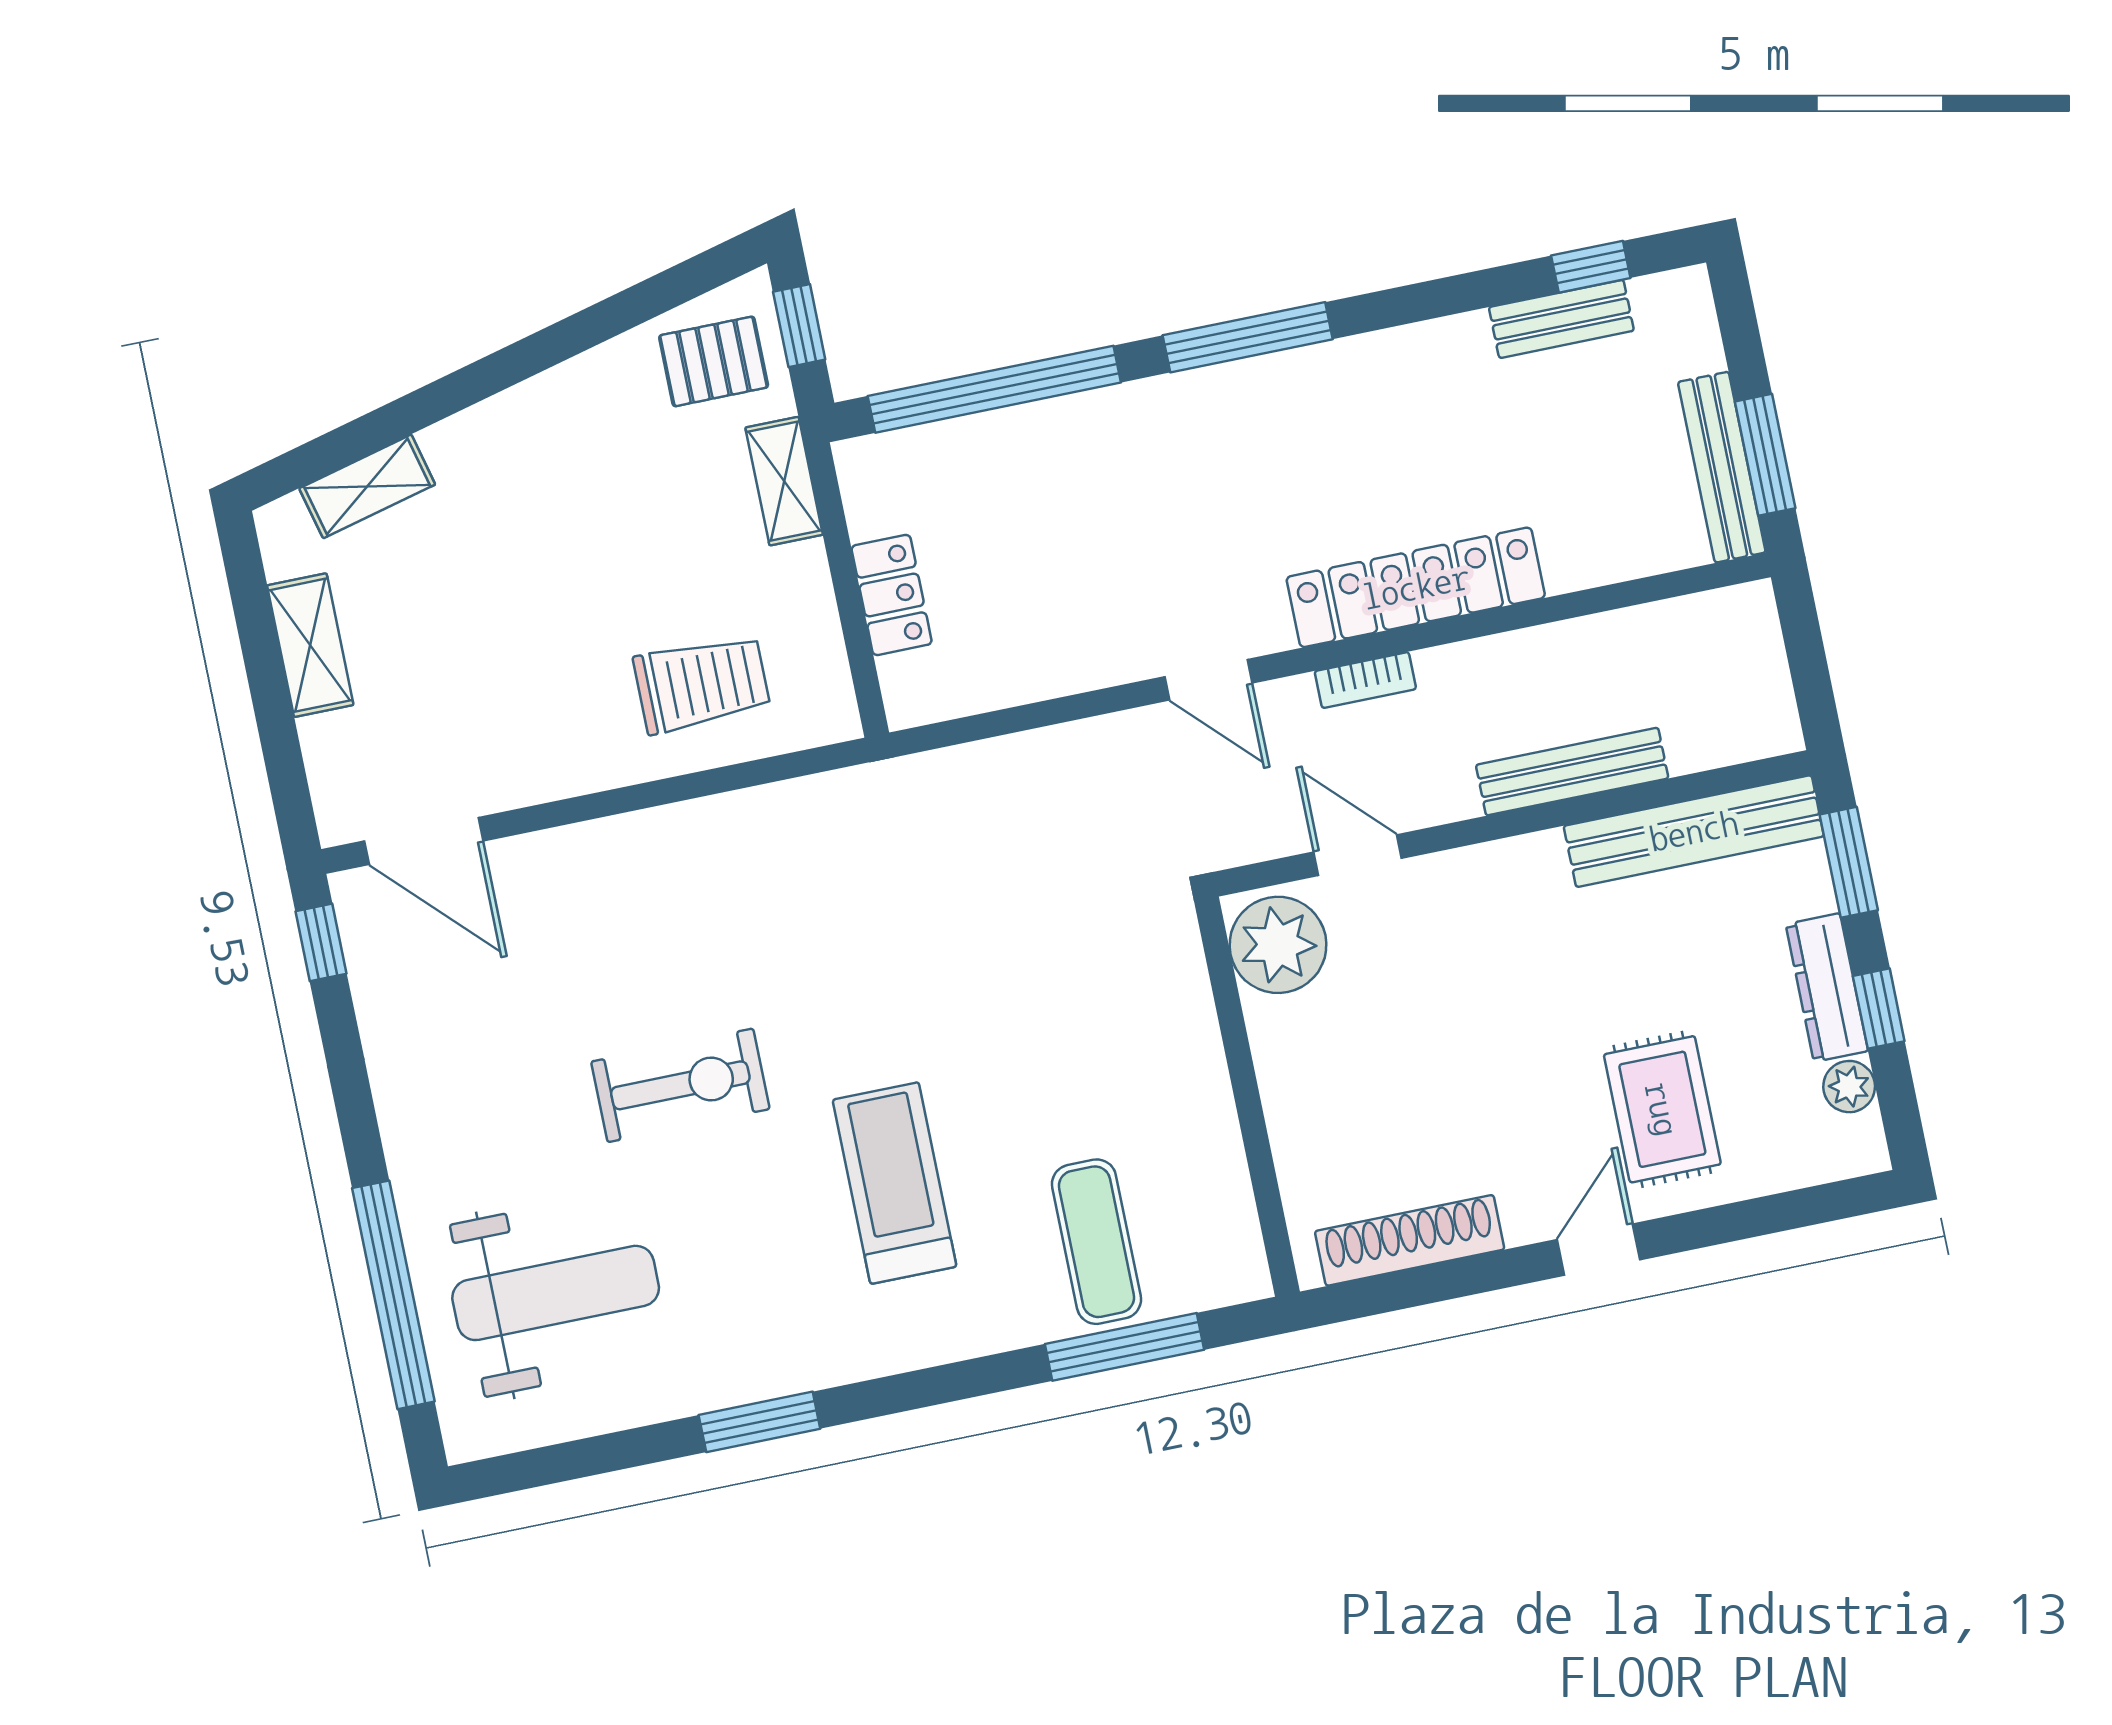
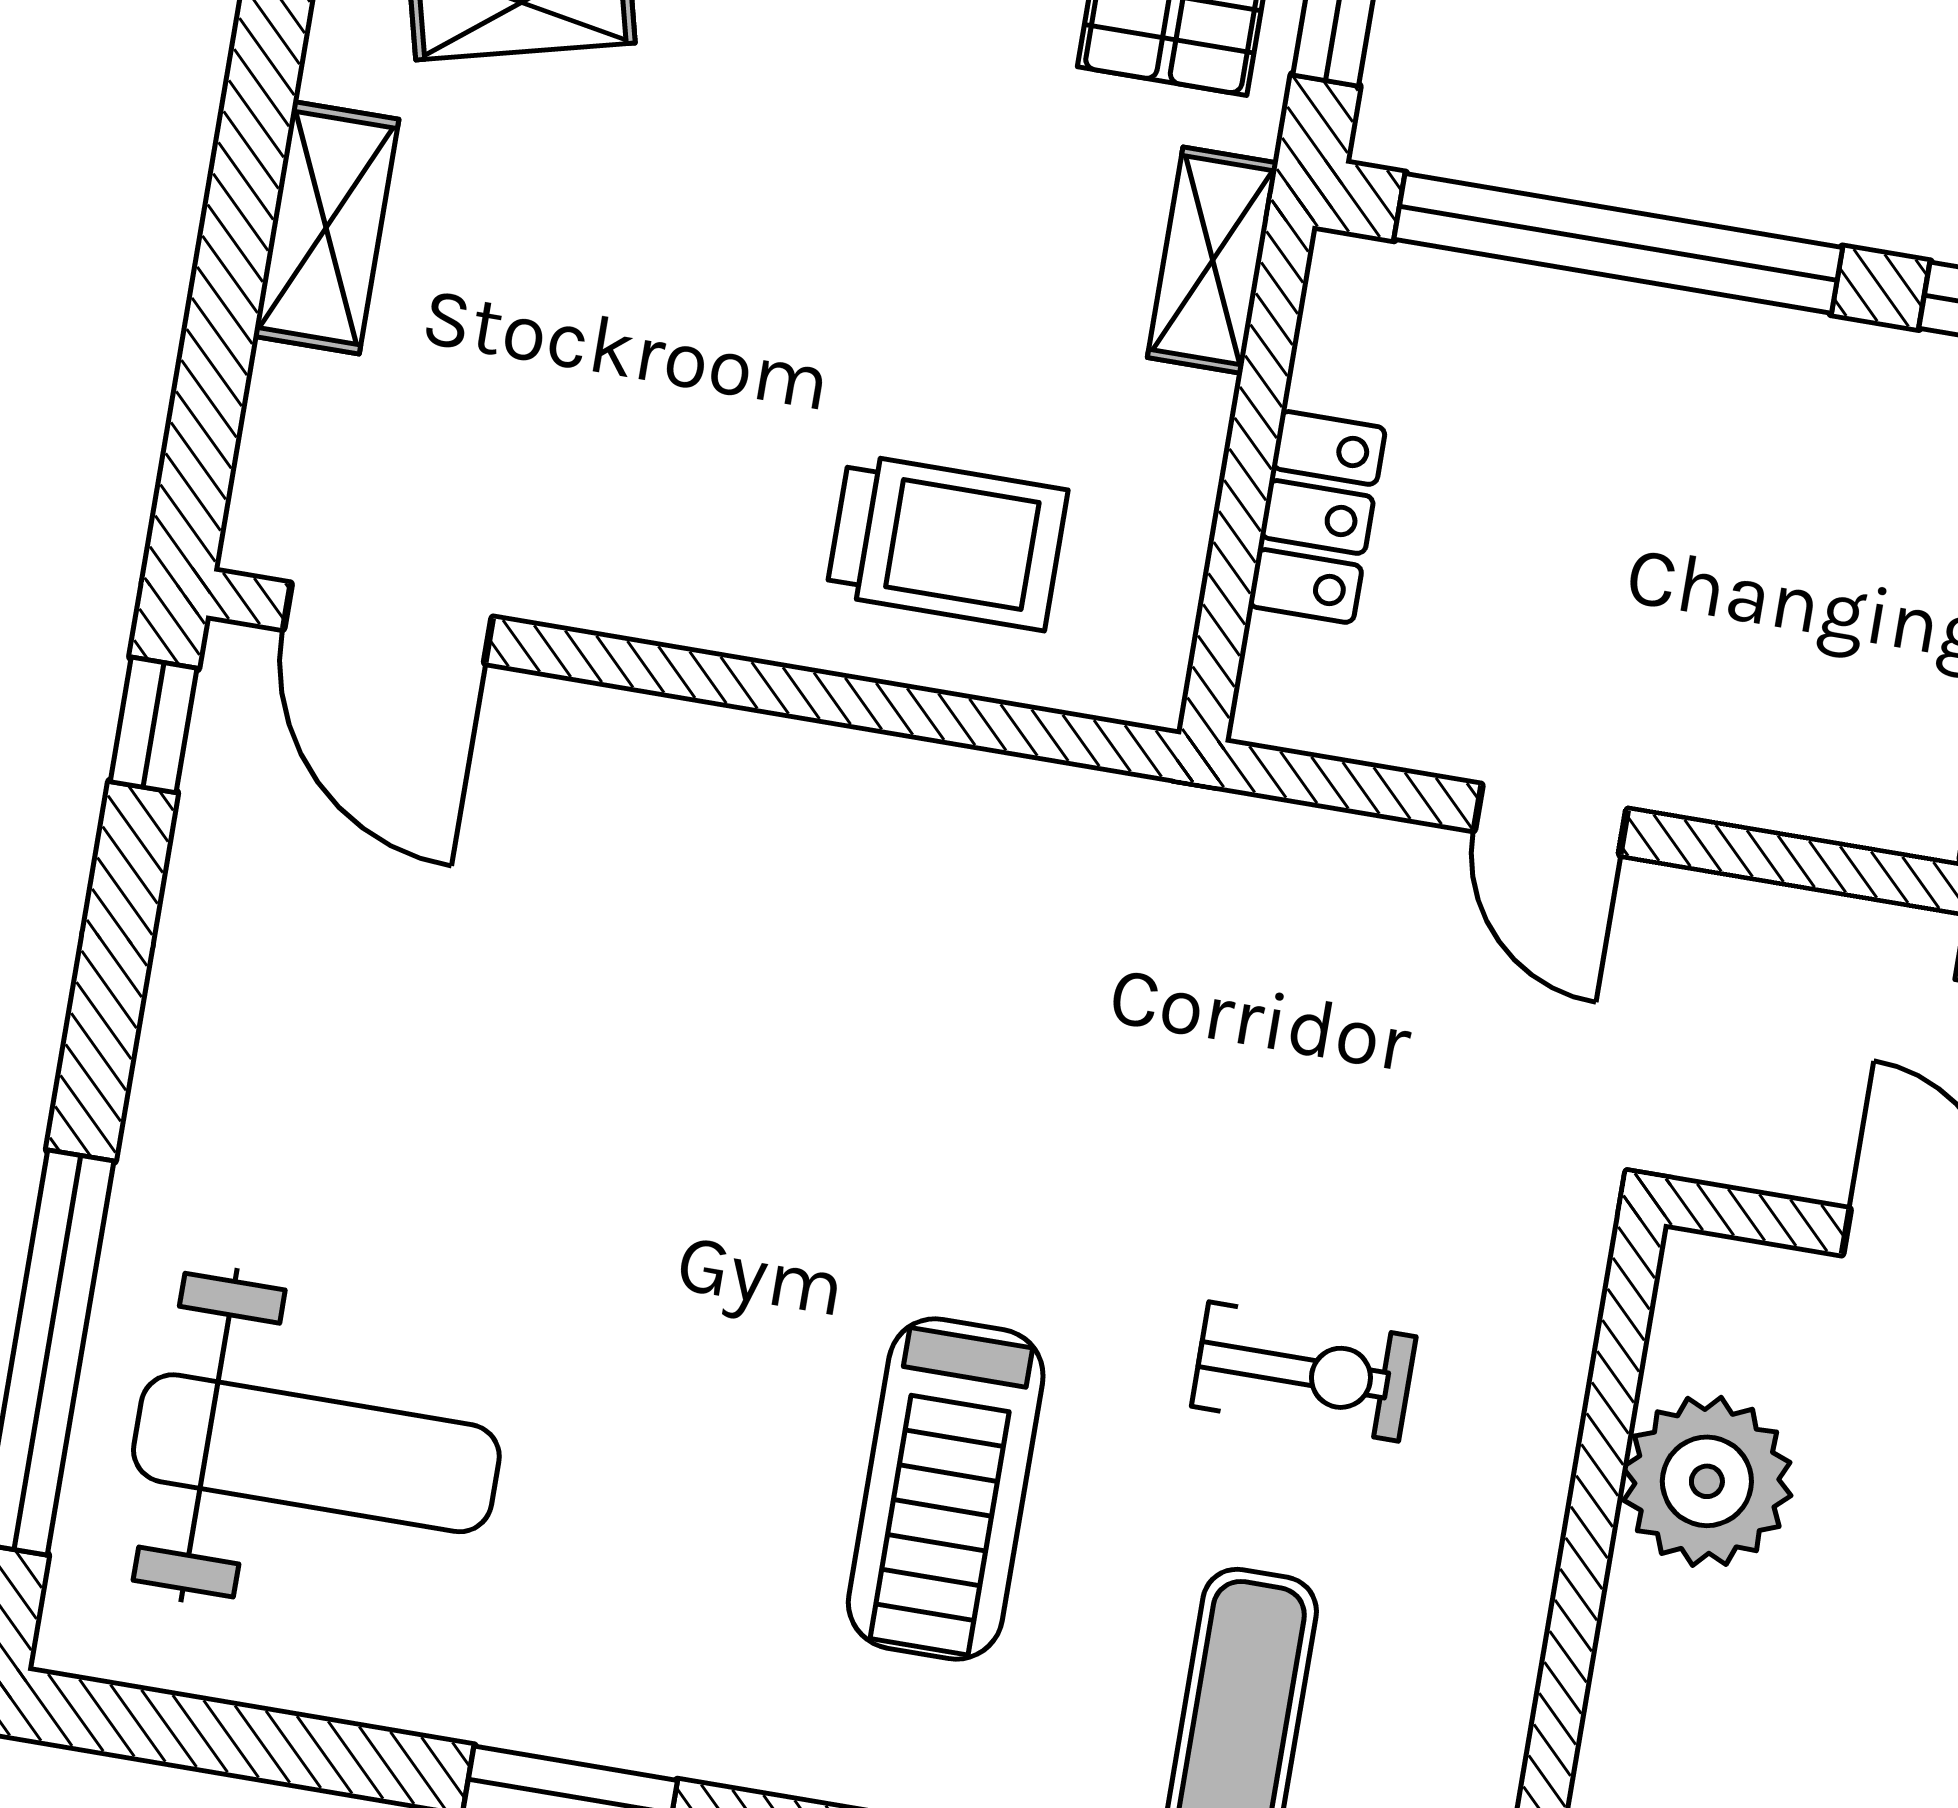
door: (1208, 680) -> (1551, 820), moved
plant: (1278, 945) -> (1707, 1481), moved
exercise bike: (680, 1085) -> (1304, 1372), moved, width x0.73, depth x0.72
treadmill: (895, 1183) -> (946, 1489), turned 180

